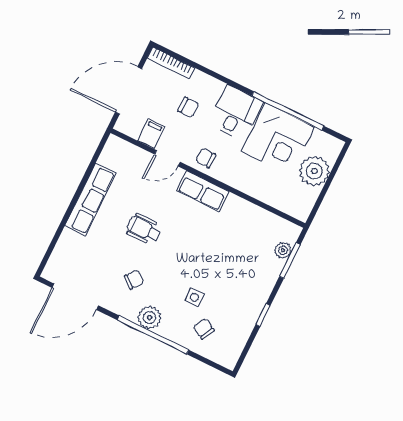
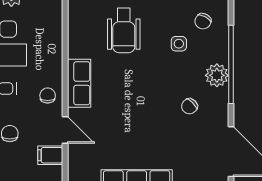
chair: (206, 158) -> (48, 96), turned 180
wheelchair: (144, 229) -> (124, 31), moved, width x1.36, depth x1.37
chair: (134, 280) -> (189, 106), turned -84

